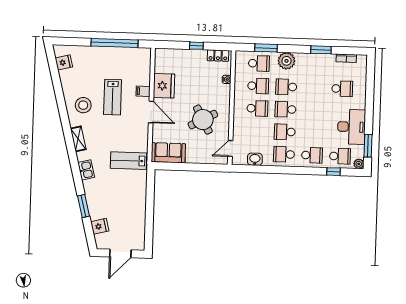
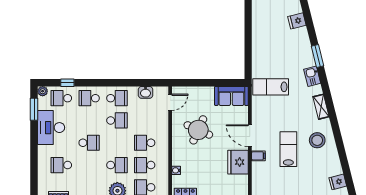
school desk: (285, 109) -> (89, 143), moved
round table: (203, 120) -> (198, 130), turned -38
lab bench: (128, 161) -> (271, 87), turned 180
window: (83, 206) -> (317, 56), moved

